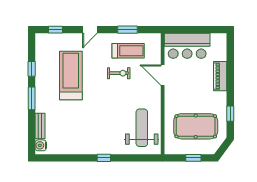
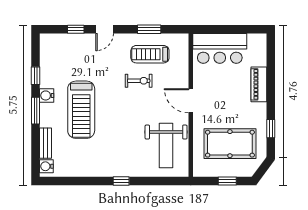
window: (55, 30) -> (76, 29), moved
treadmill: (128, 51) -> (150, 54), turned 180
treadmill: (71, 75) -> (81, 110), moved, turned 180
door: (163, 75) -> (191, 101), moved
water cooler: (41, 86) -> (47, 95), added
weight bench: (142, 128) -> (166, 145), turned 180

